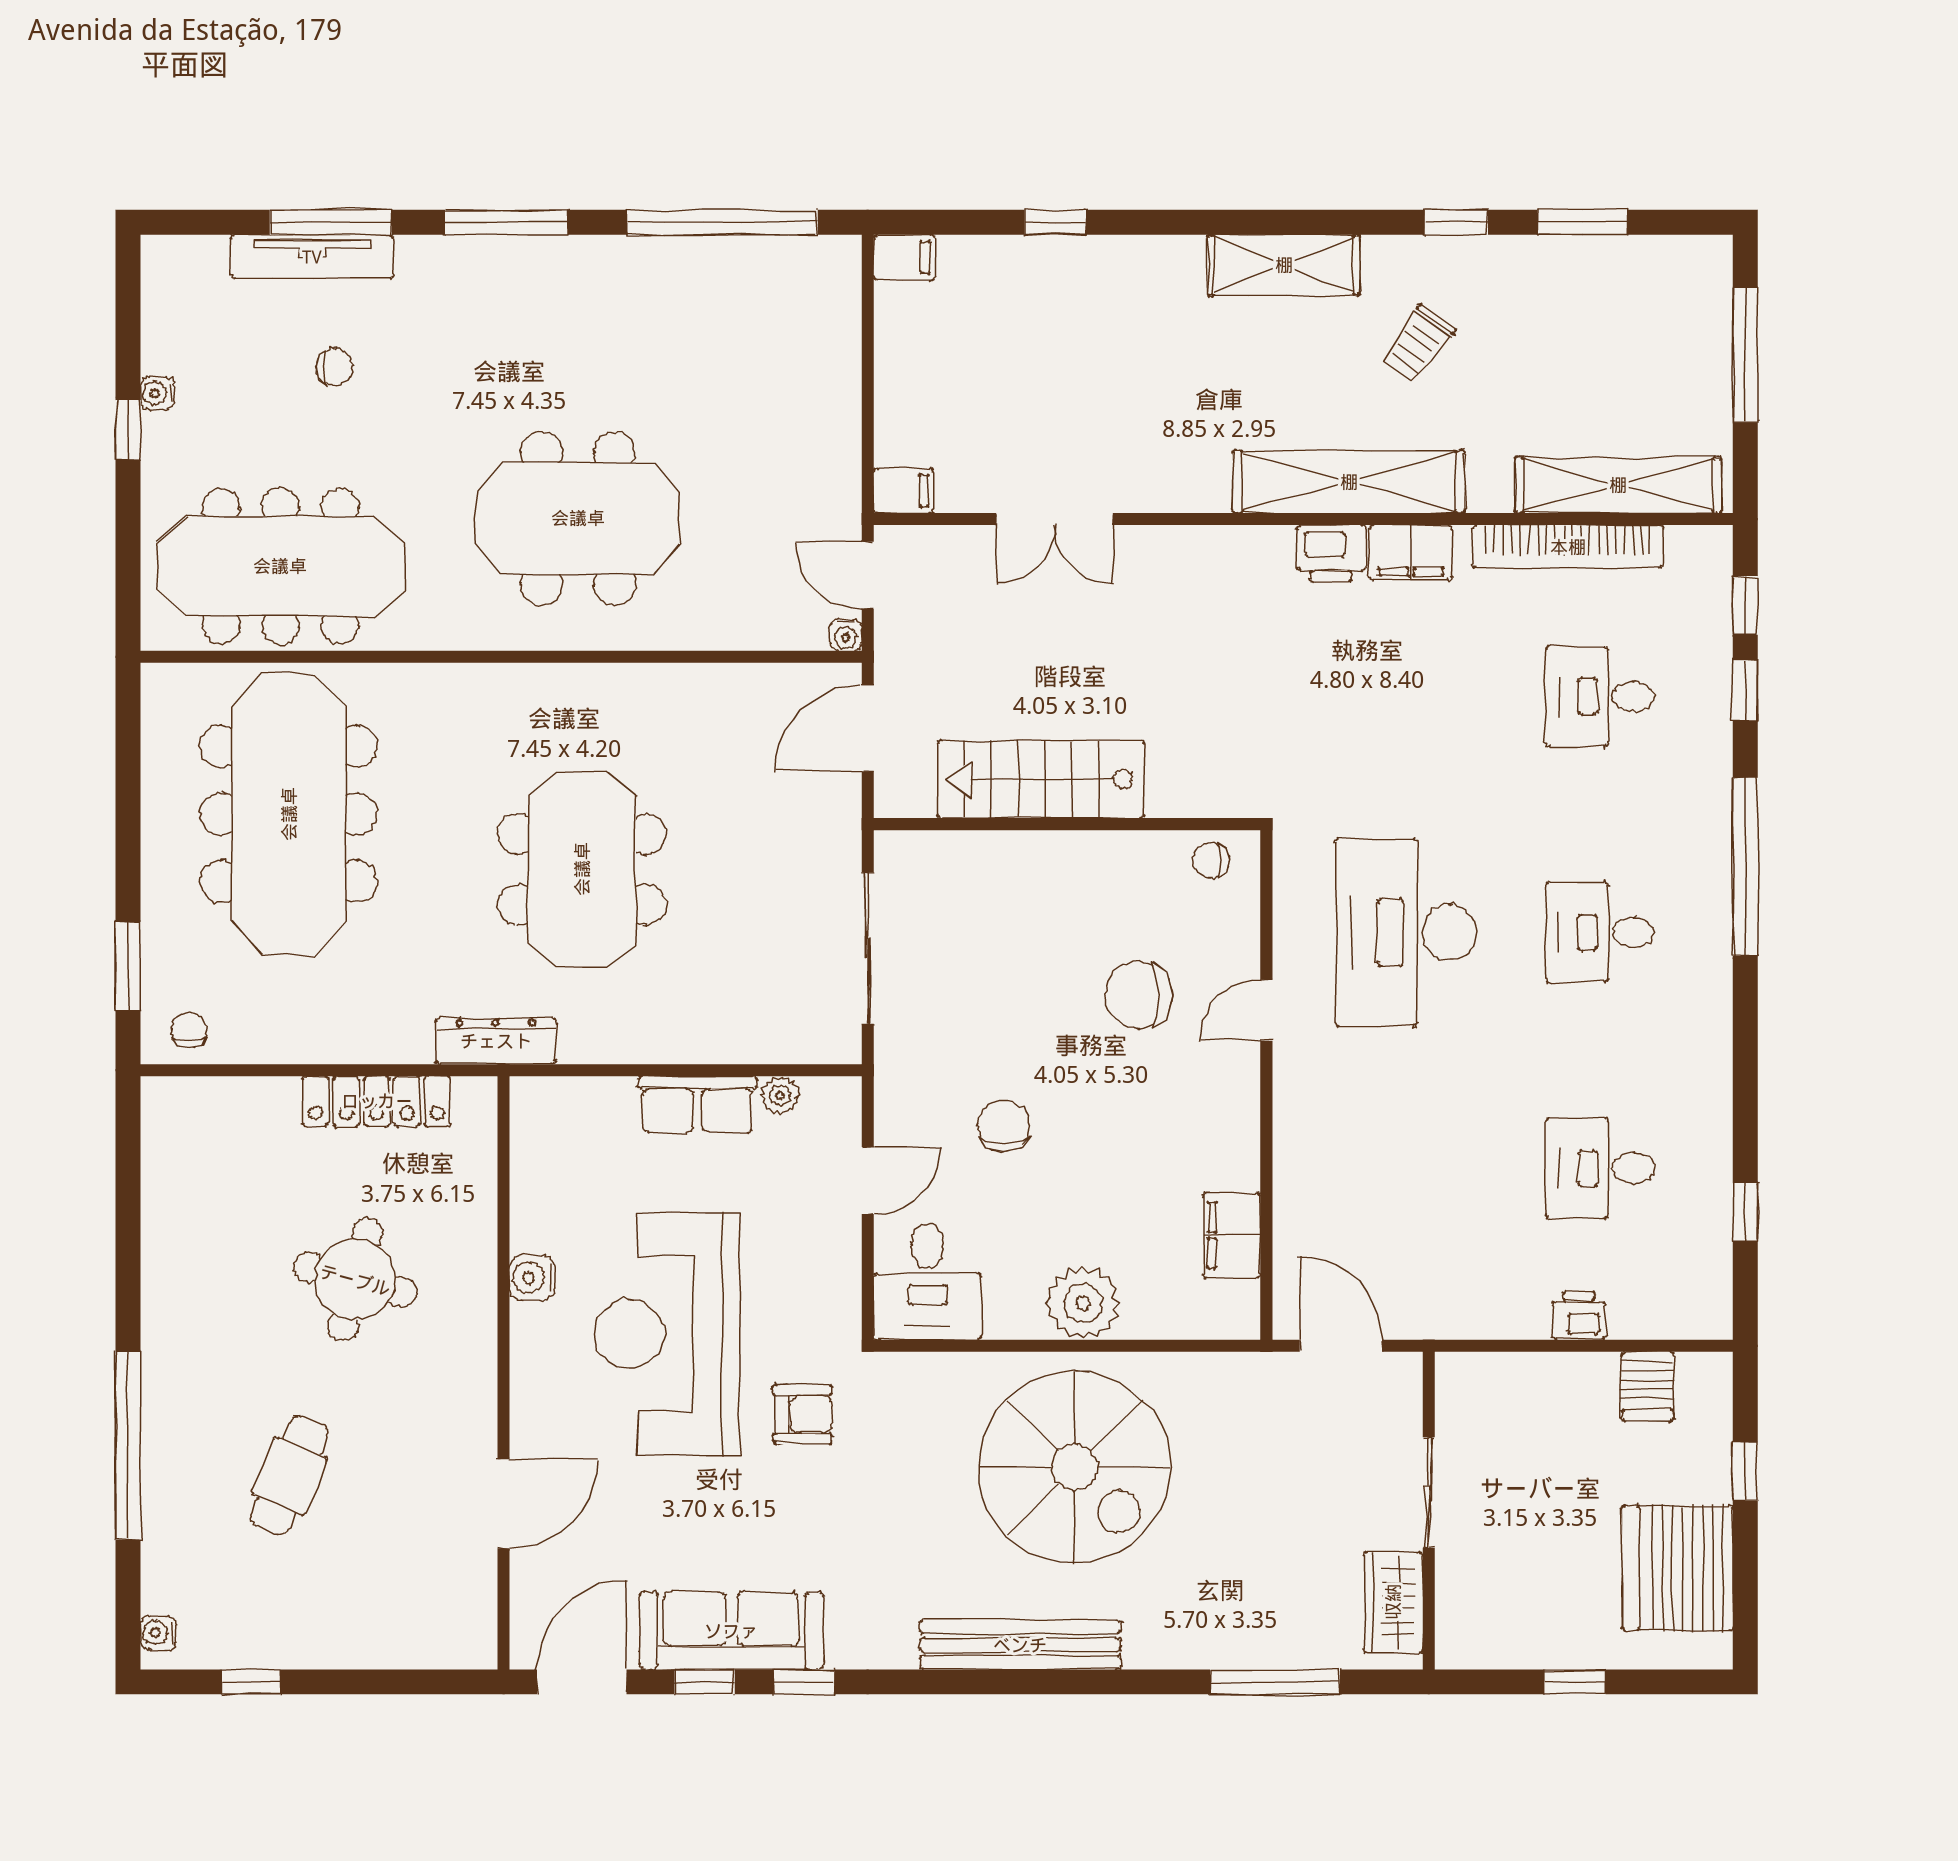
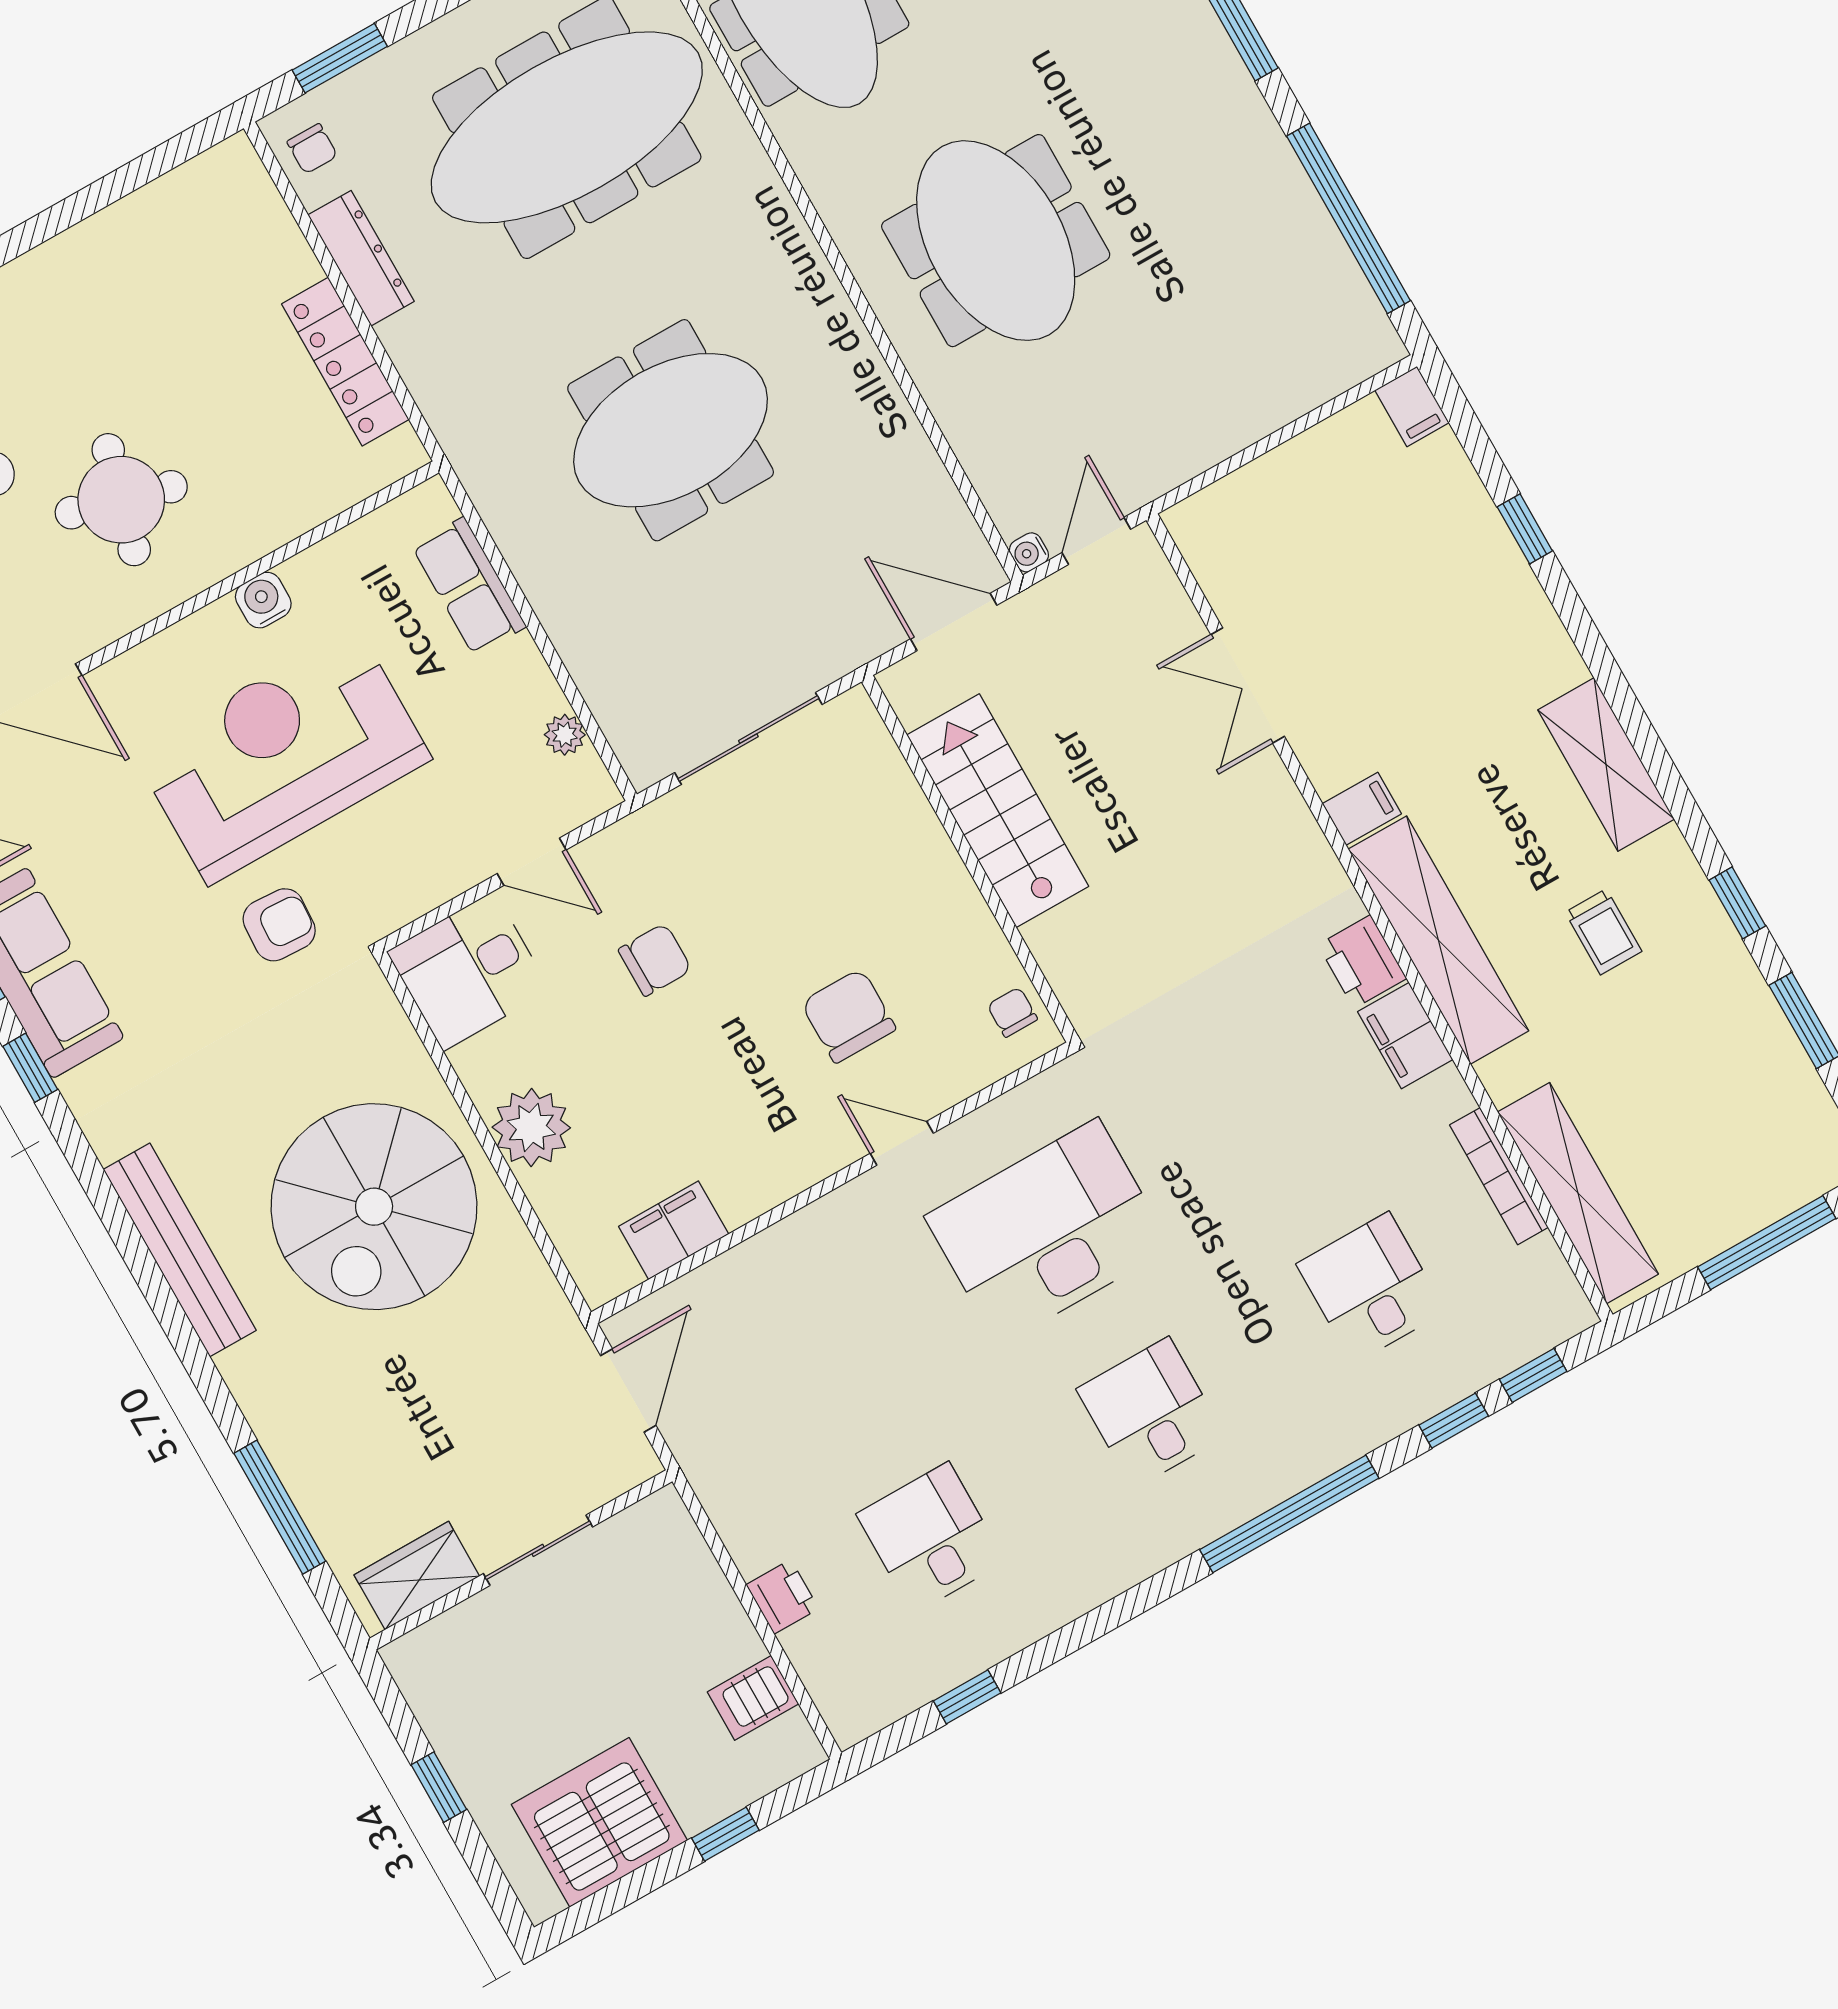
trolley: (1418, 344) -> (1603, 932), turned -126
filing cabinet: (903, 491) -> (1362, 809), moved, turned -90
bookcase: (1568, 547) -> (1499, 1176), width x0.68, depth x0.76
chair: (189, 1030) -> (312, 149), turned 90
dresser: (496, 1041) -> (361, 258), moved
row of seats: (697, 1105) -> (469, 586), moved
round table: (355, 1280) -> (121, 500), moved
armchair: (803, 1414) -> (279, 925), turned -87

